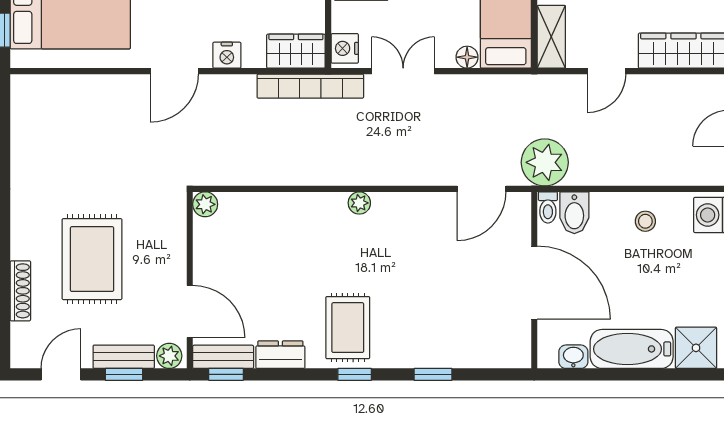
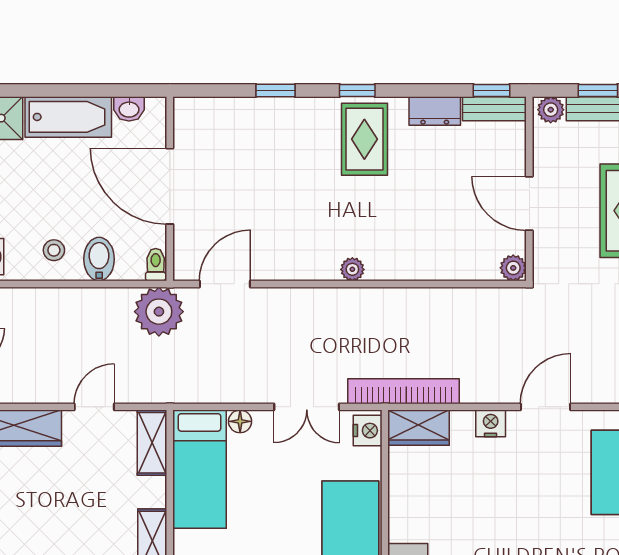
bidet: (574, 213) -> (99, 259), moved
door: (190, 312) -> (529, 203), moved

